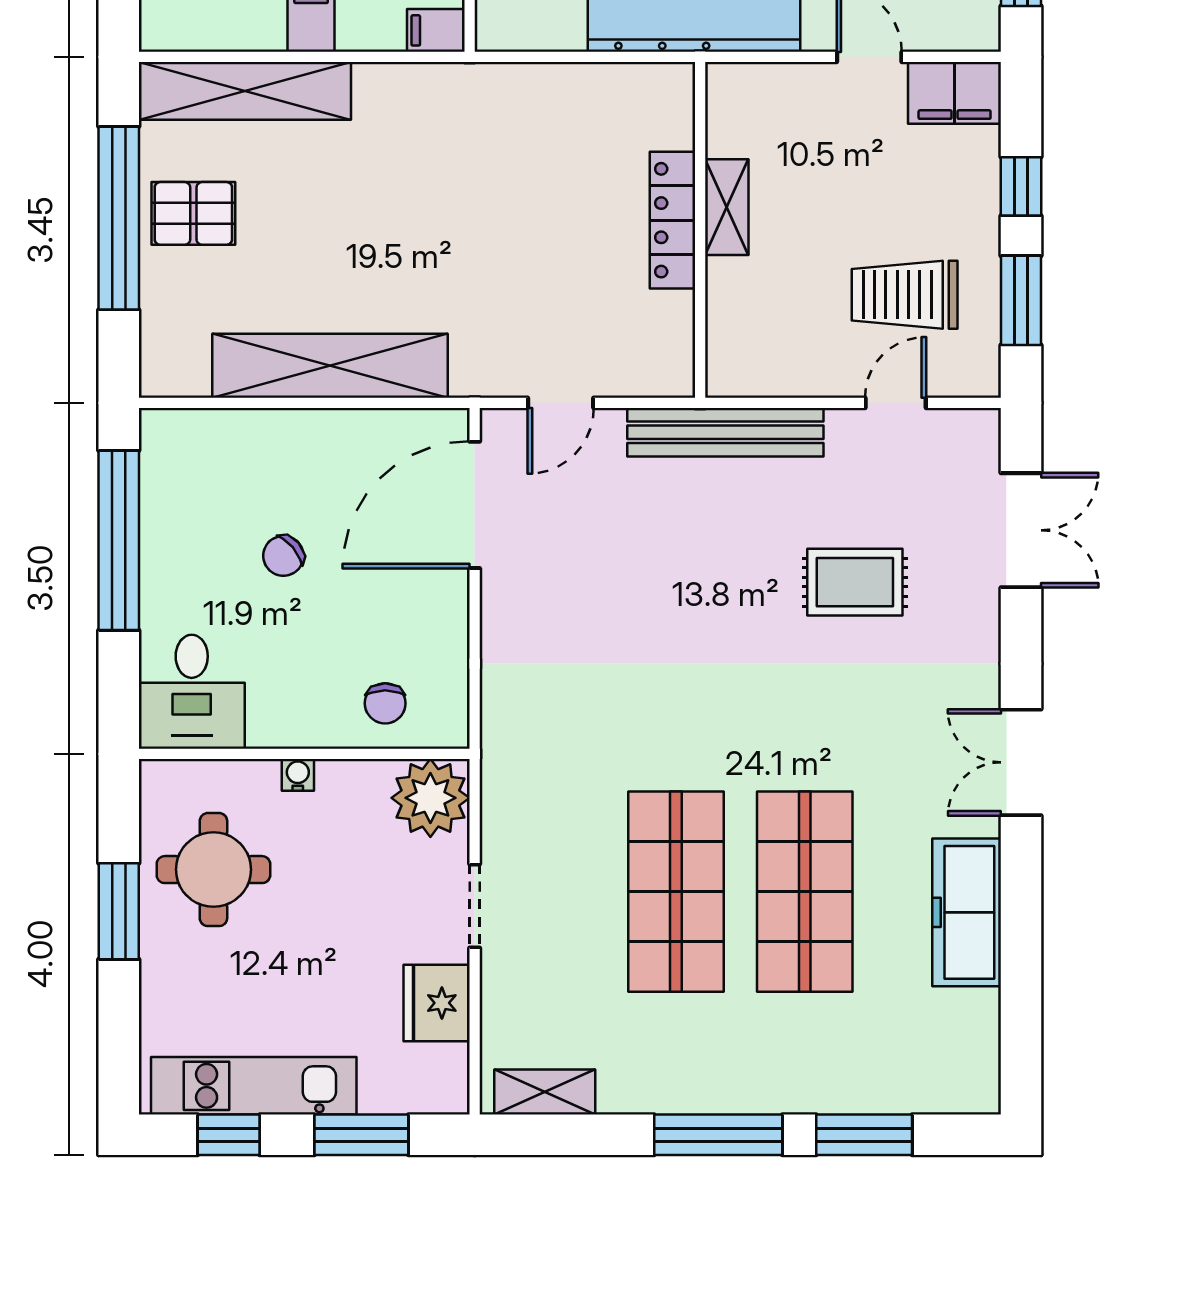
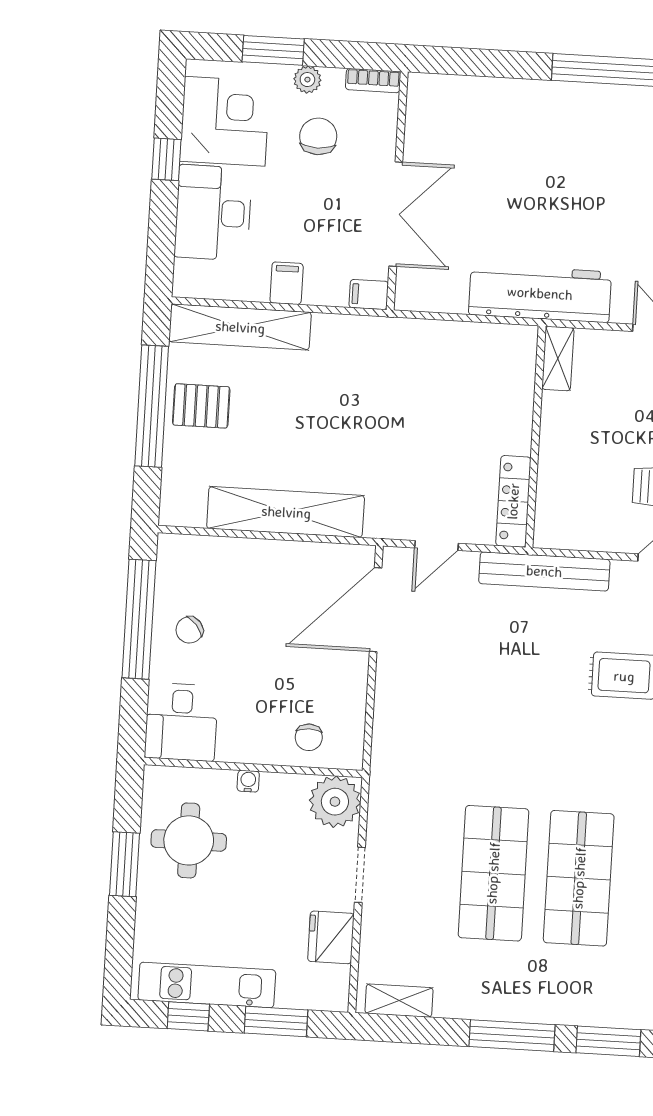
shelving: (727, 207) -> (558, 359), moved
locker: (673, 220) -> (513, 501), moved
chair: (283, 556) -> (189, 630), moved

